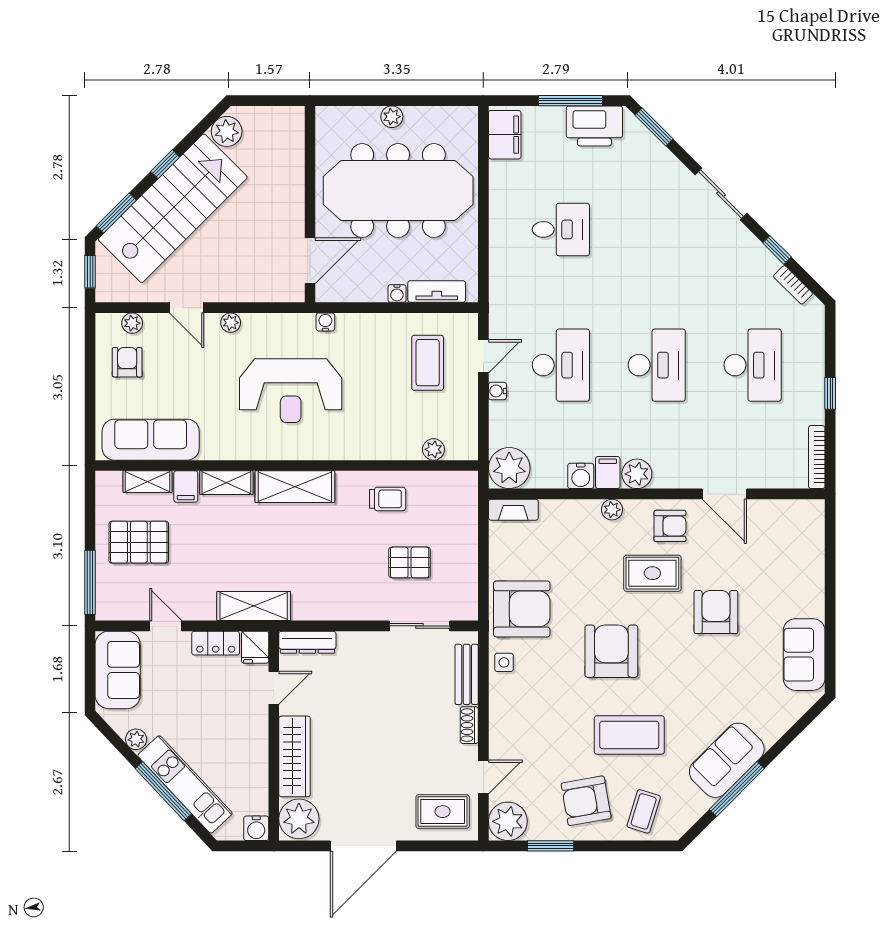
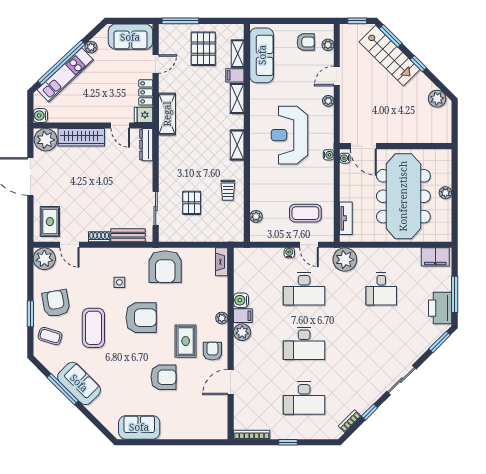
stairs: (173, 208) -> (389, 56), width x0.73, depth x0.66
water cooler: (397, 294) -> (345, 158), moved
plant: (509, 468) -> (345, 260), moved
shelving: (295, 487) -> (237, 145), width x0.67, depth x0.75
armchair: (670, 526) -> (212, 351), turned 180
side table: (504, 662) -> (119, 282), moved
window: (163, 791) -> (61, 63), width x1.46
window: (551, 846) -> (30, 314), moved

